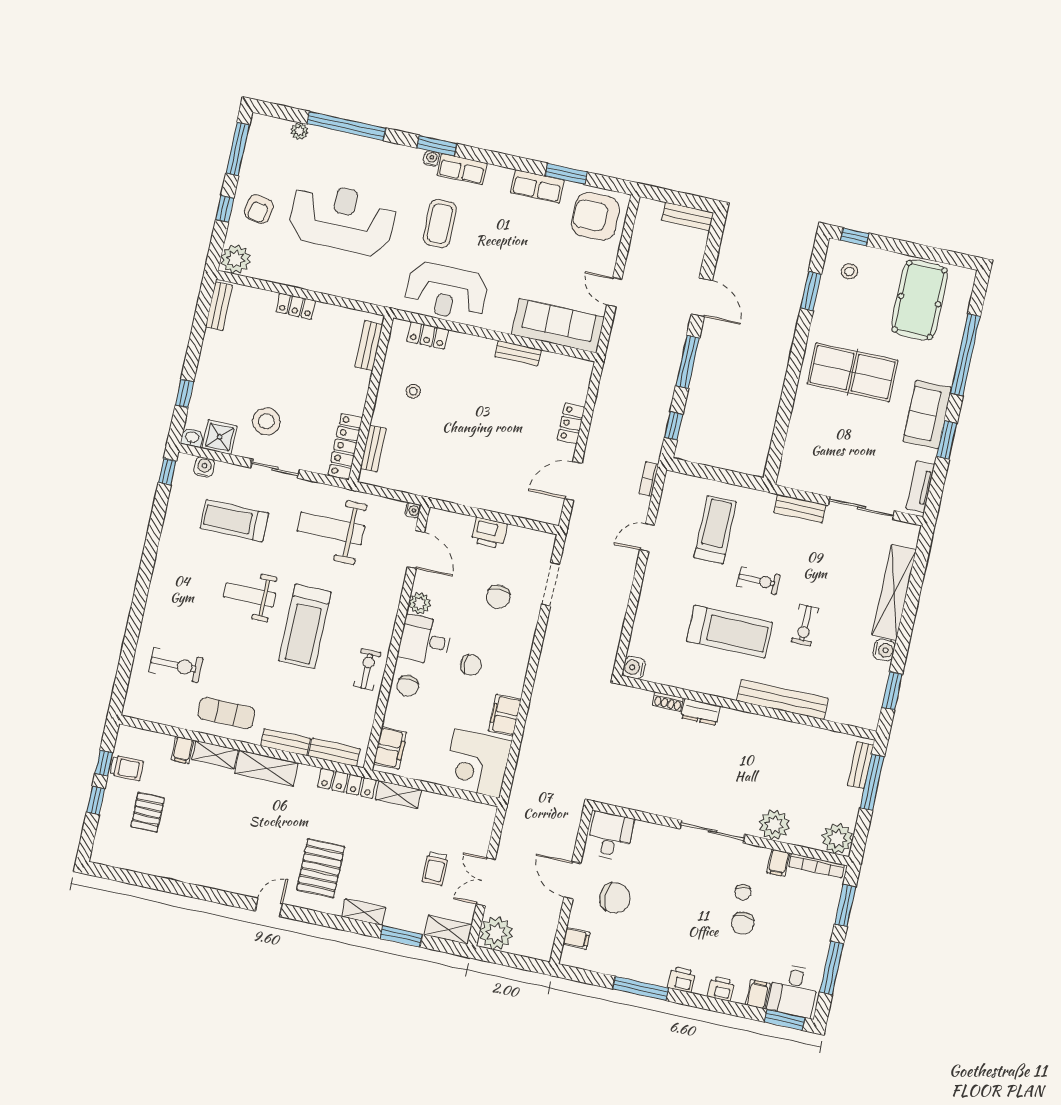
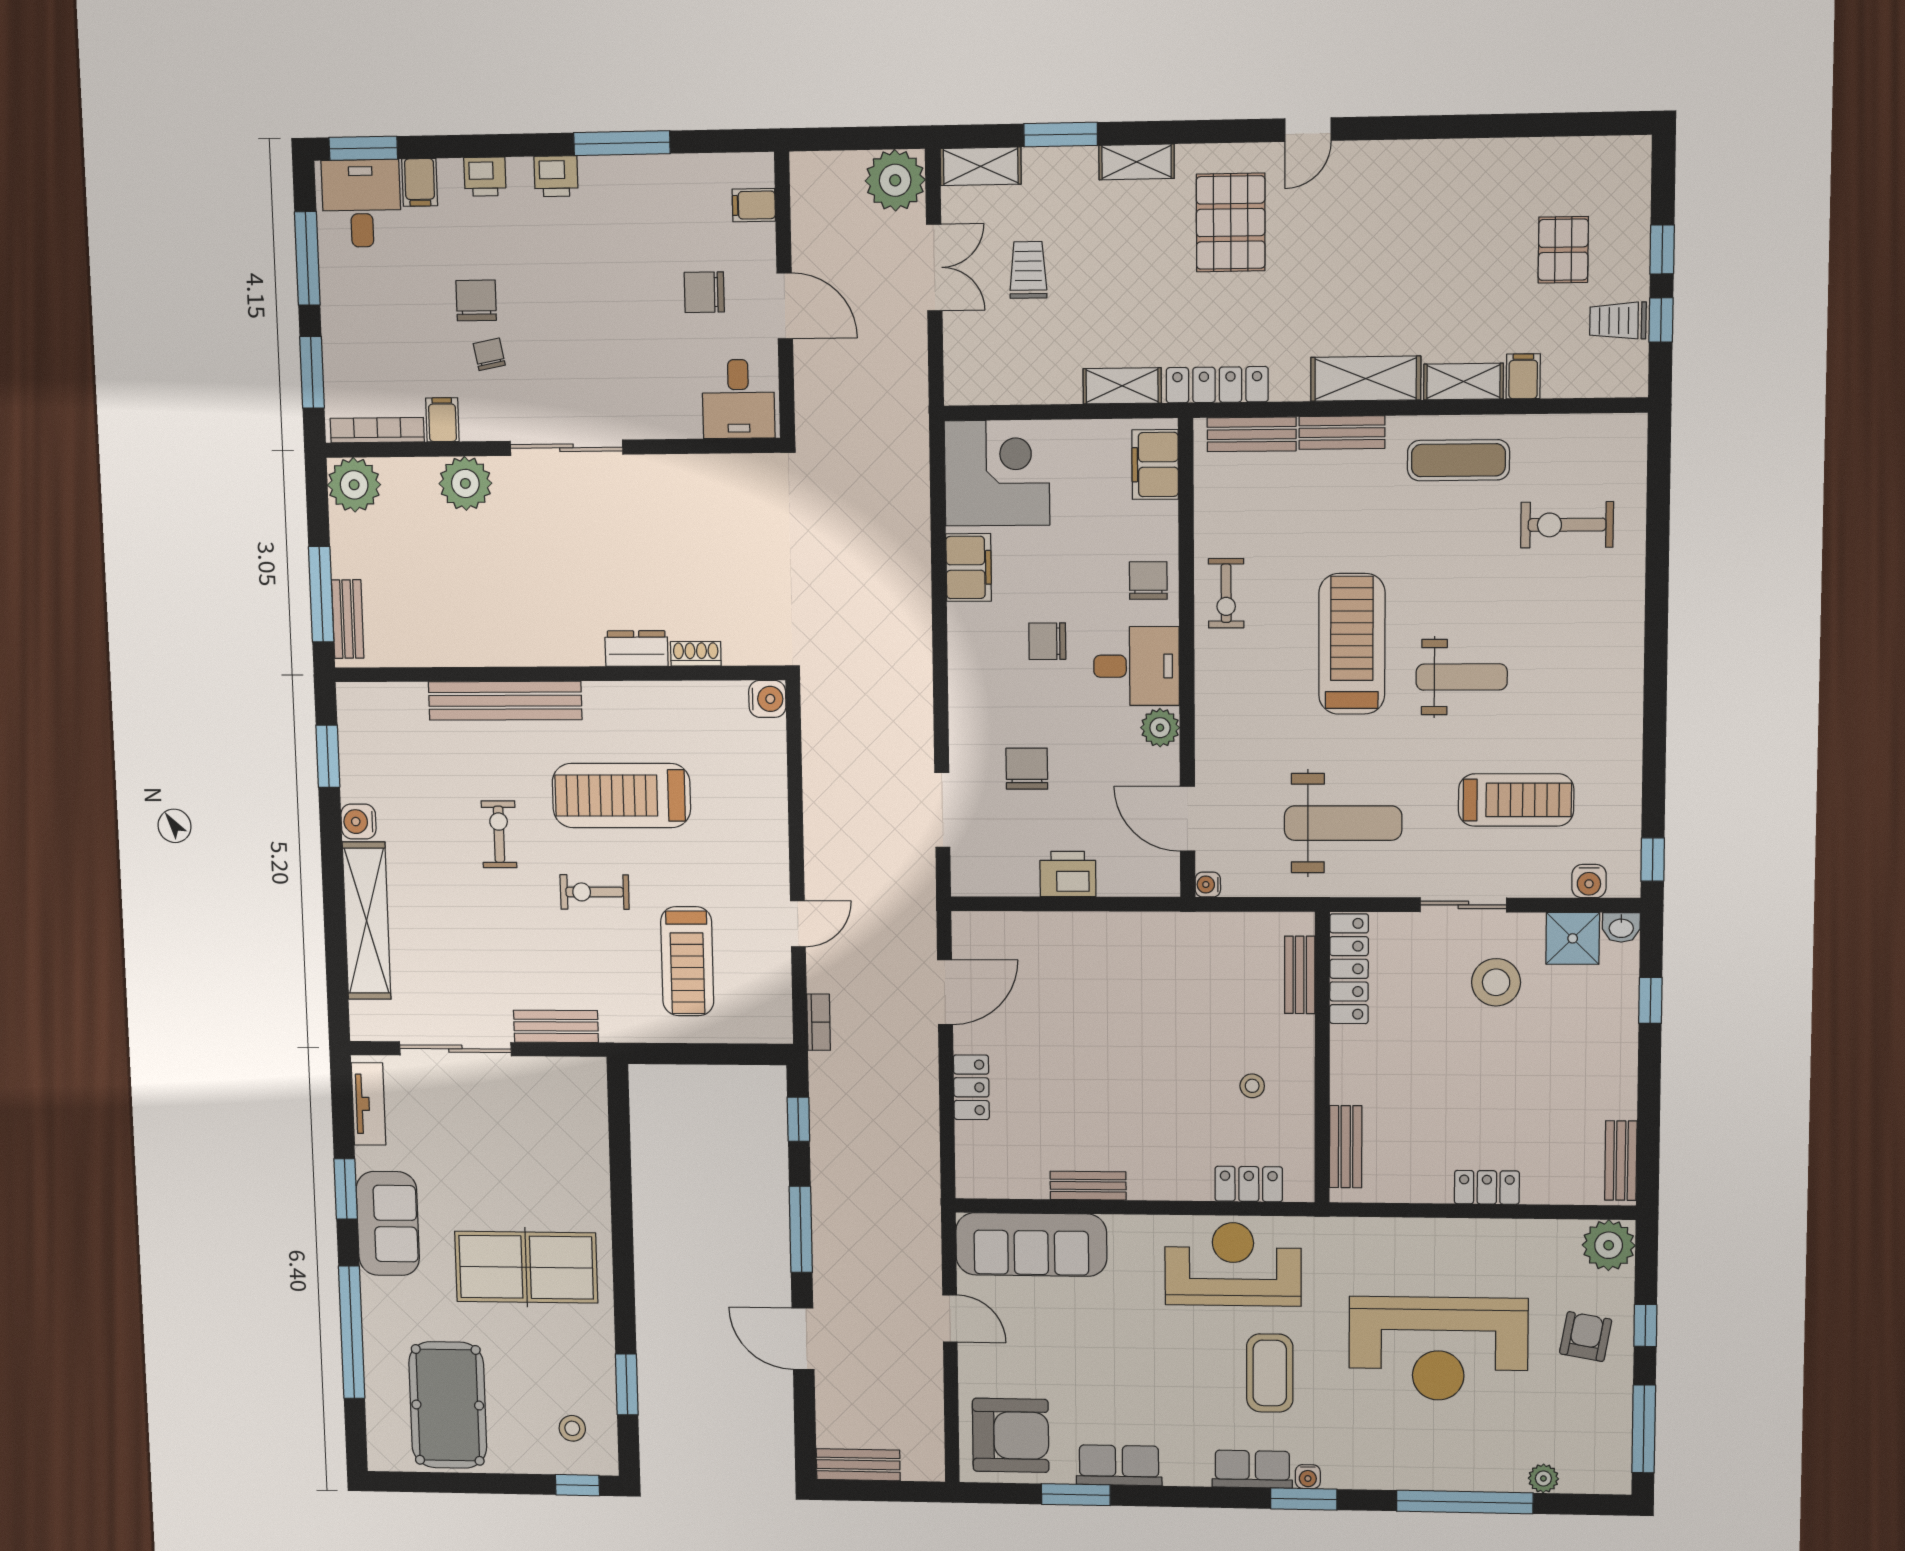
chair: (615, 898) -> (704, 292), width x0.73, depth x0.73

